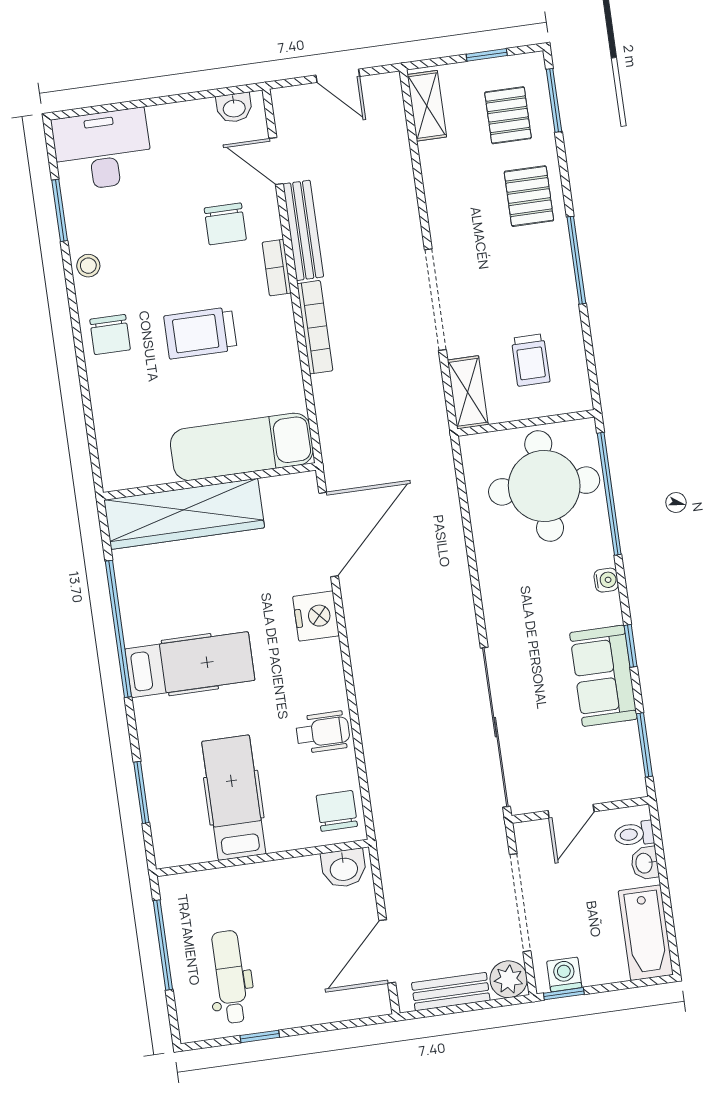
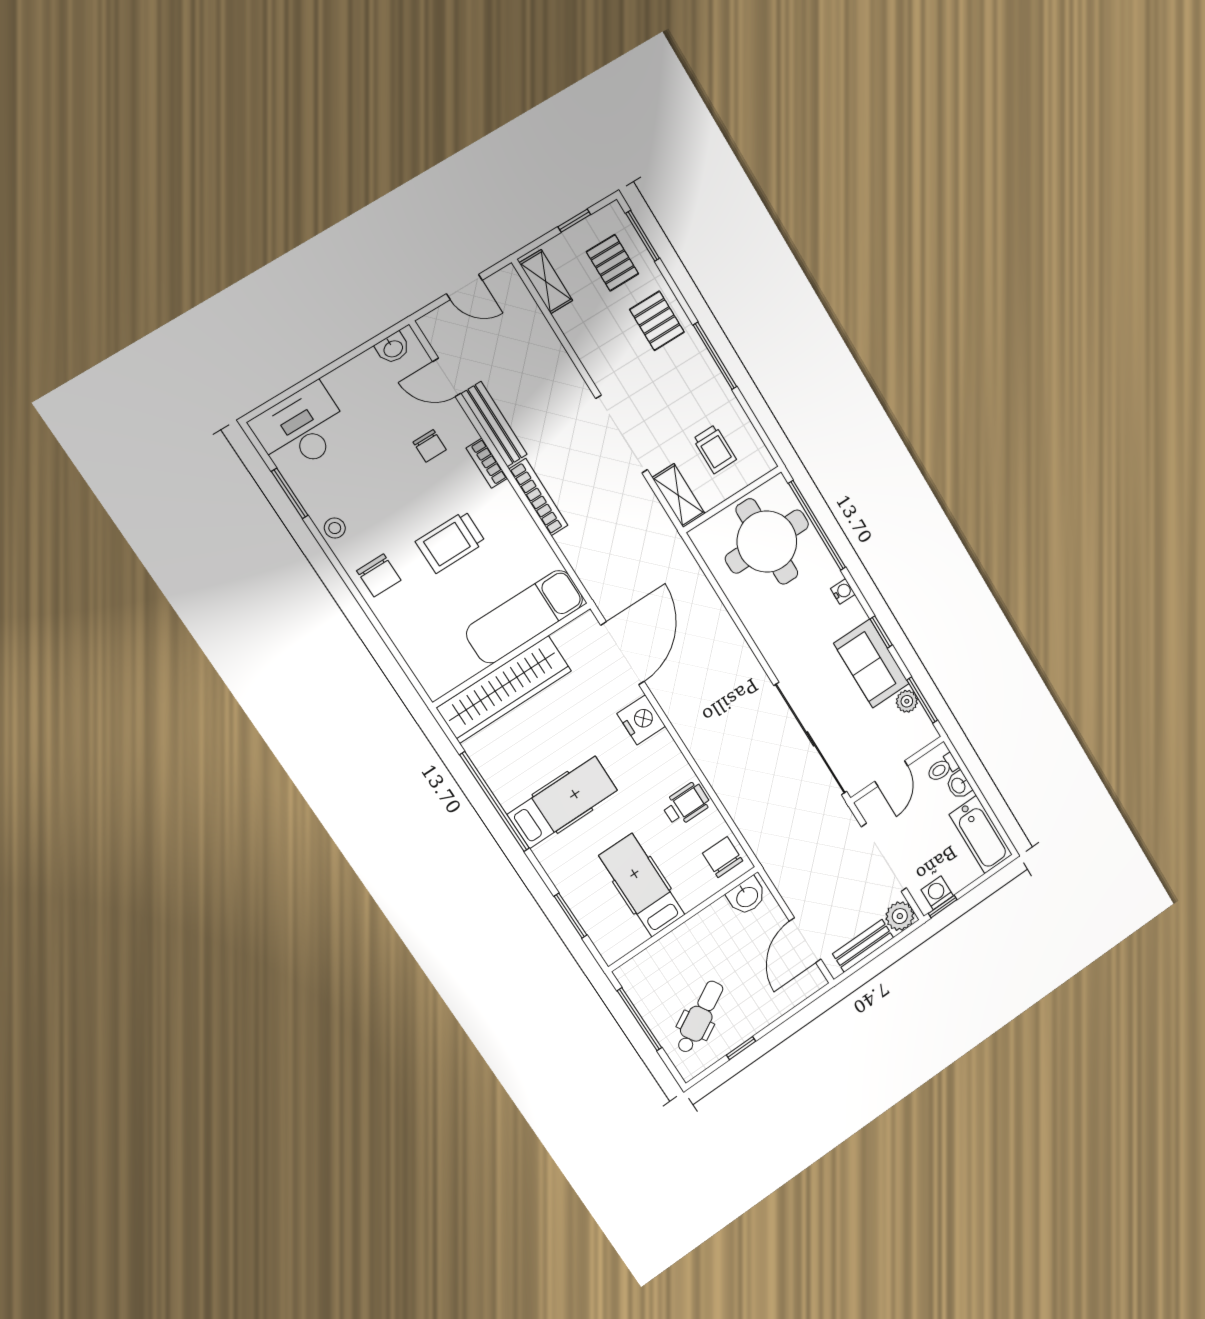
chair: (225, 224) -> (430, 446), width x0.73, depth x0.73
plant: (626, 738) -> (907, 701), added
dental chair: (230, 977) -> (700, 1017), turned 60

